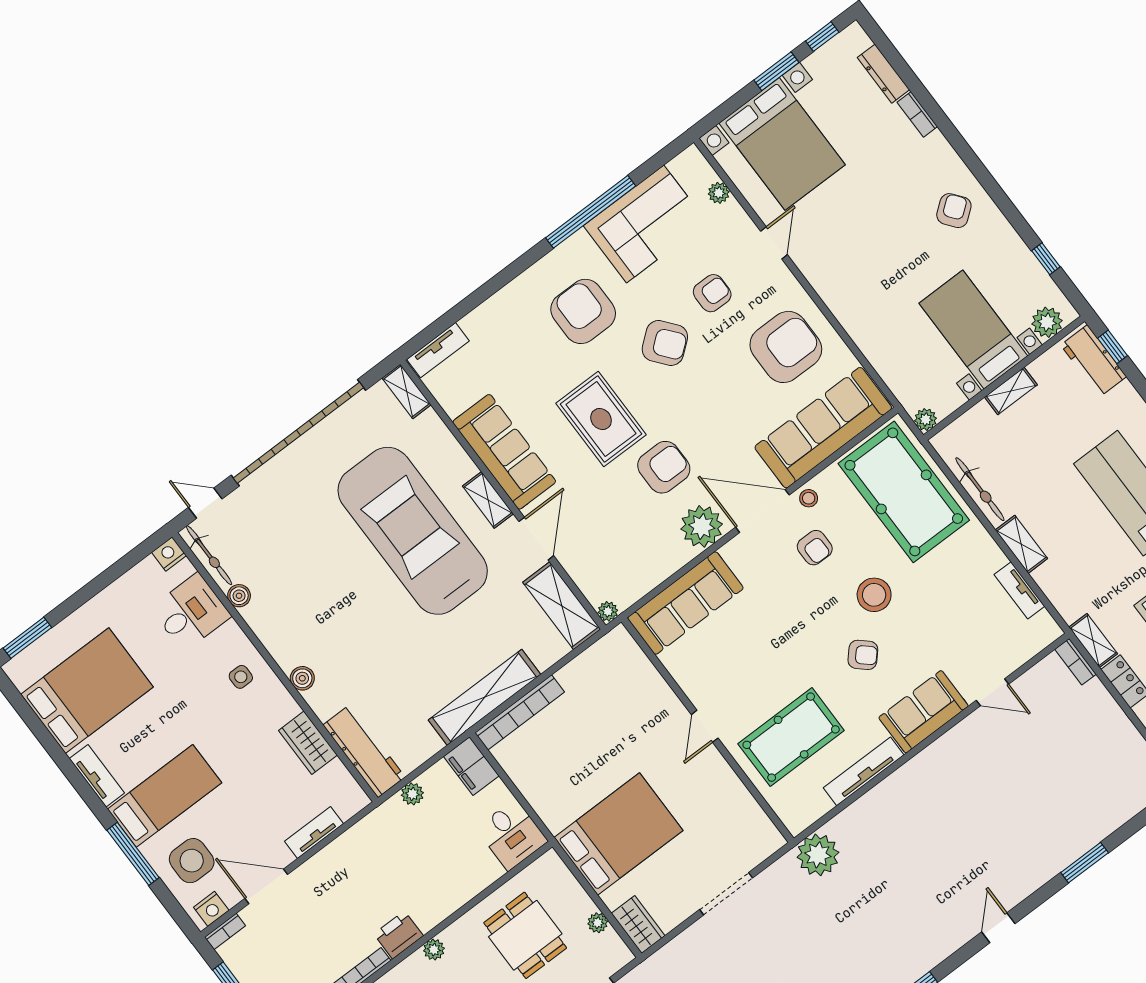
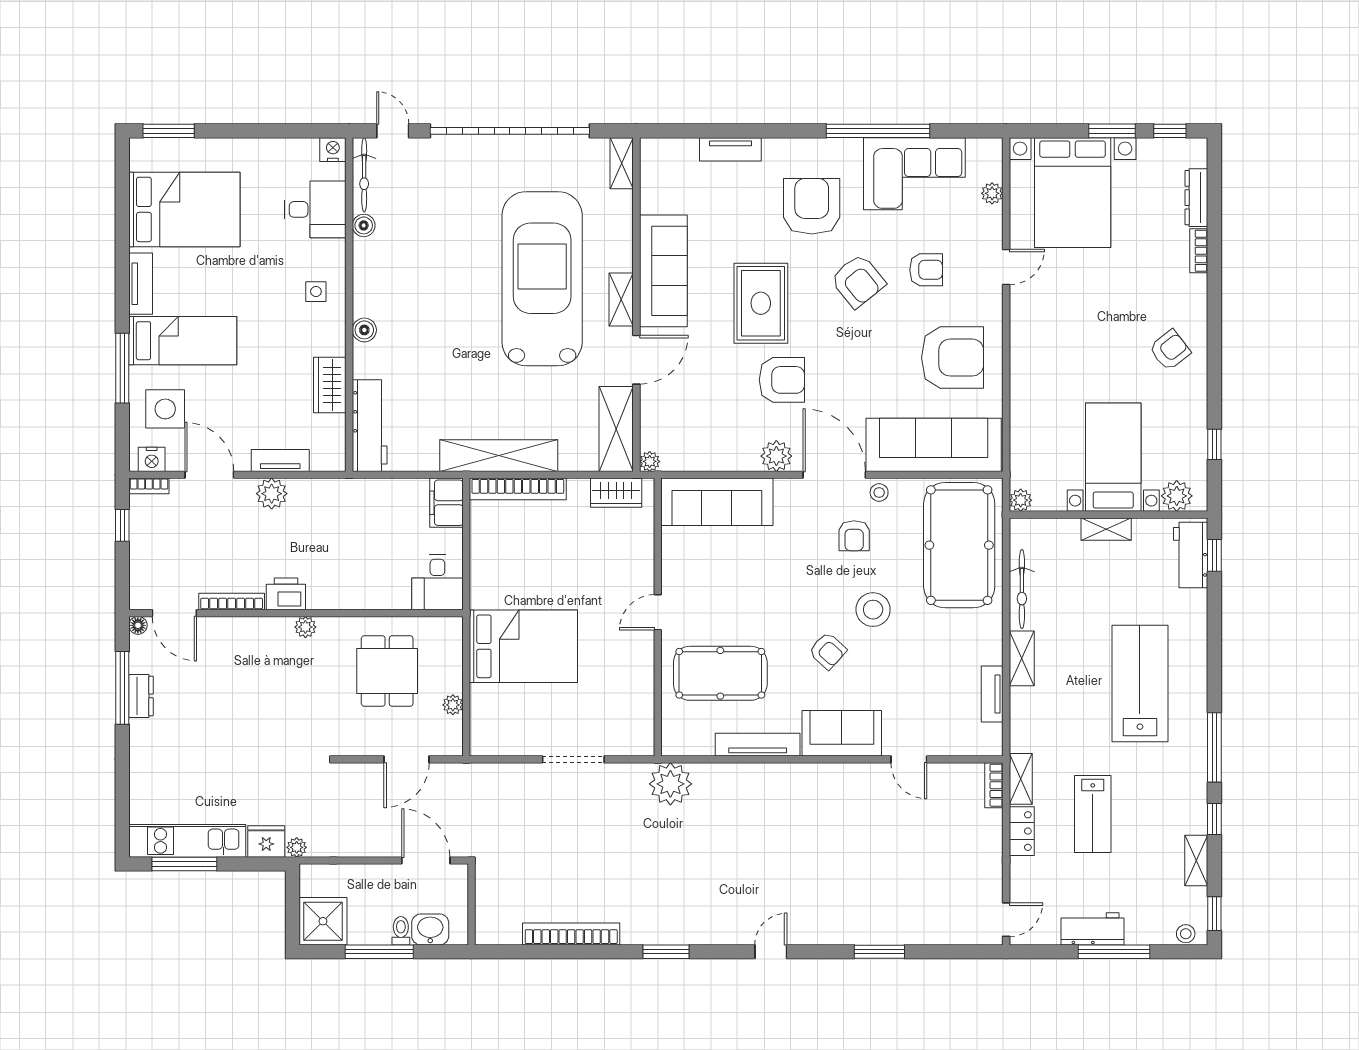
tv unit: (438, 350) -> (730, 149), moved
plant: (702, 526) -> (776, 456), width x0.73, depth x0.73
plant: (412, 794) -> (272, 494), moved, width x1.38, depth x1.38
wardrobe: (638, 925) -> (616, 493), moved, turned 90

